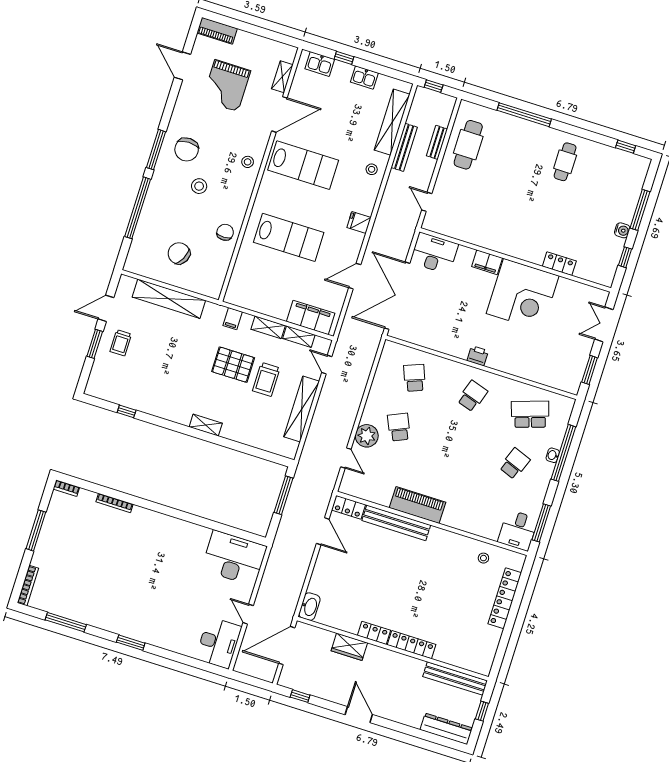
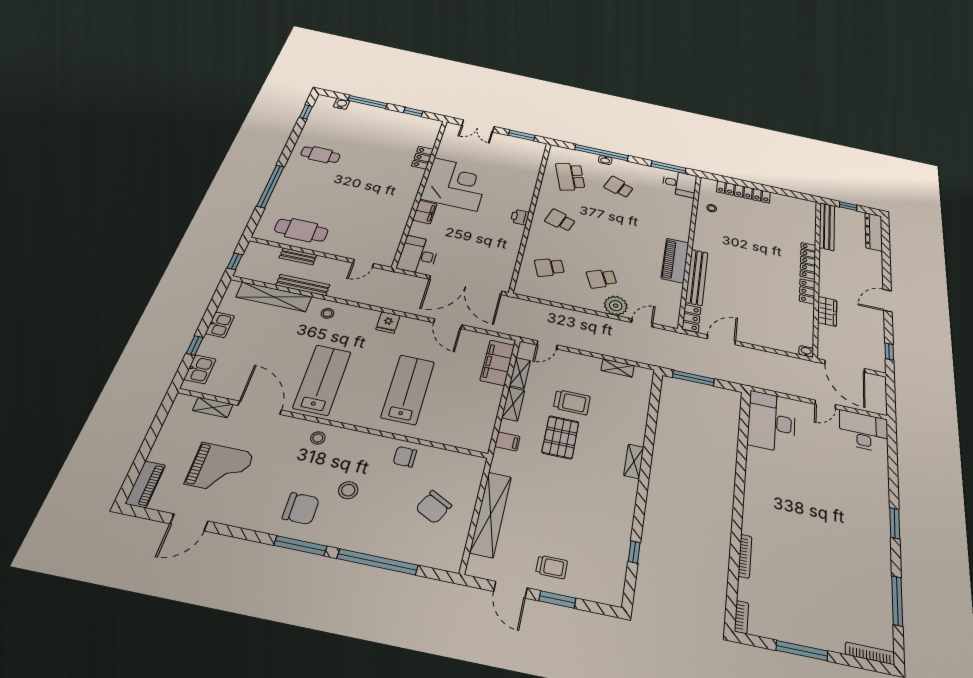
water cooler: (622, 230) -> (341, 104), moved
shelving: (302, 409) -> (618, 368), width x0.45, depth x0.75
washbasin: (309, 607) -> (806, 351), width x0.52, depth x0.69

